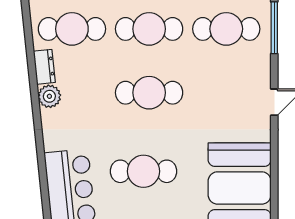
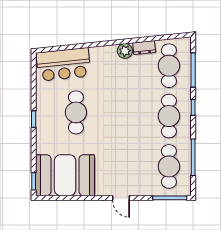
cafe table: (149, 93) -> (127, 116), removed

